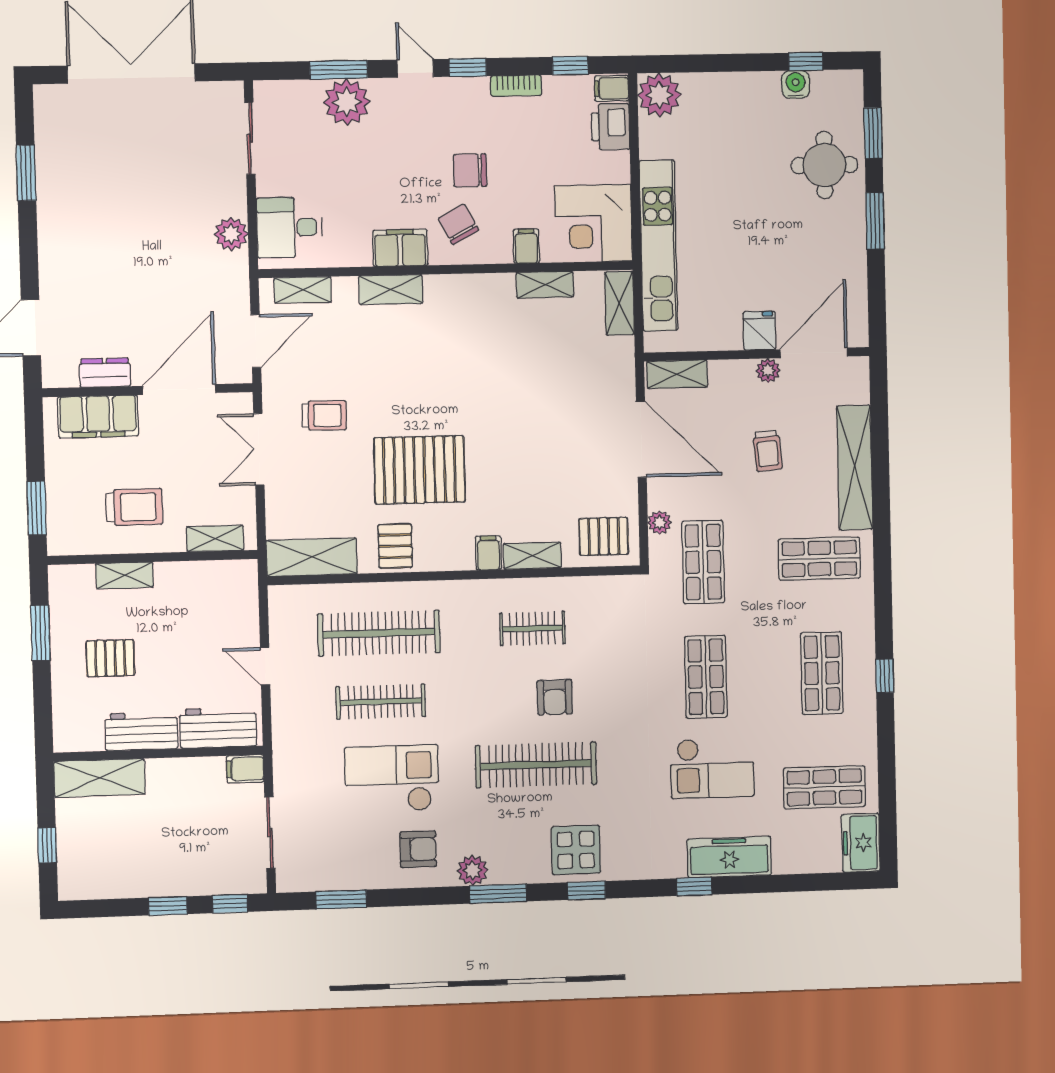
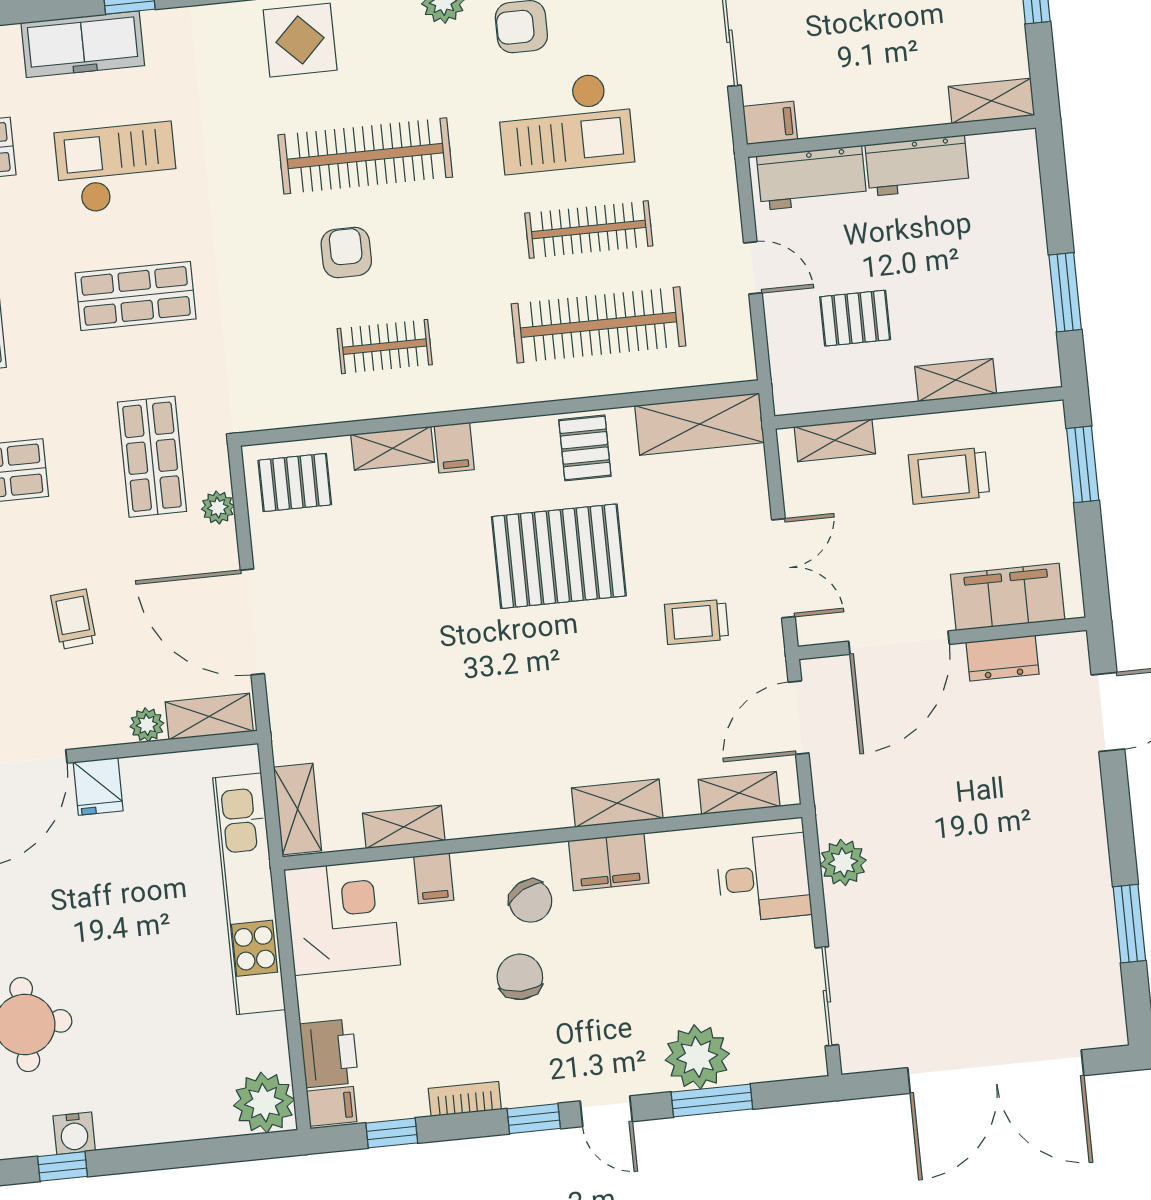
chair: (470, 170) -> (520, 977), turned -90
plant: (768, 371) -> (147, 725), moved
pallet: (110, 658) -> (855, 318), moved
shop shelf: (706, 677) -> (136, 296), turned 90
shelving: (99, 778) -> (991, 101), width x0.67, depth x0.75

